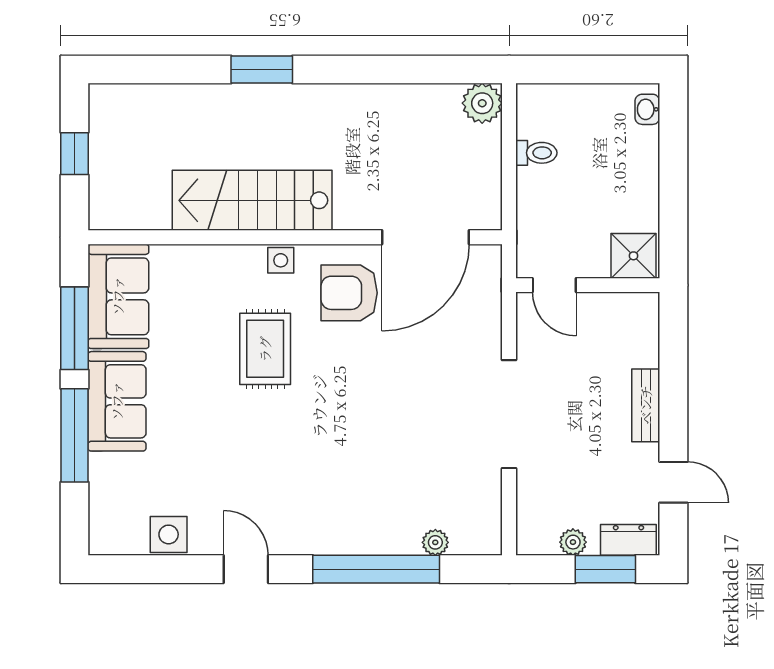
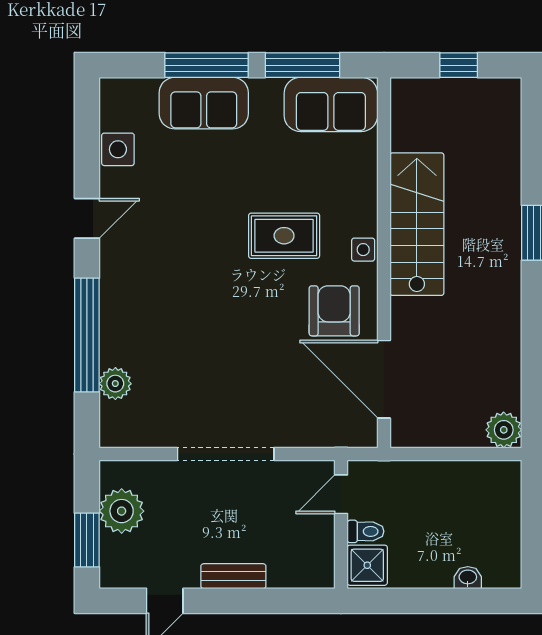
washbasin: (647, 109) -> (468, 578), moved
toilet: (536, 153) -> (365, 531), moved, turned -90
sofa: (117, 401) -> (204, 103), moved
dresser: (628, 540) -> (113, 561), removed
plant: (435, 542) -> (115, 384), width x1.38, depth x1.38
plant: (573, 542) -> (122, 511), width x1.88, depth x1.88

